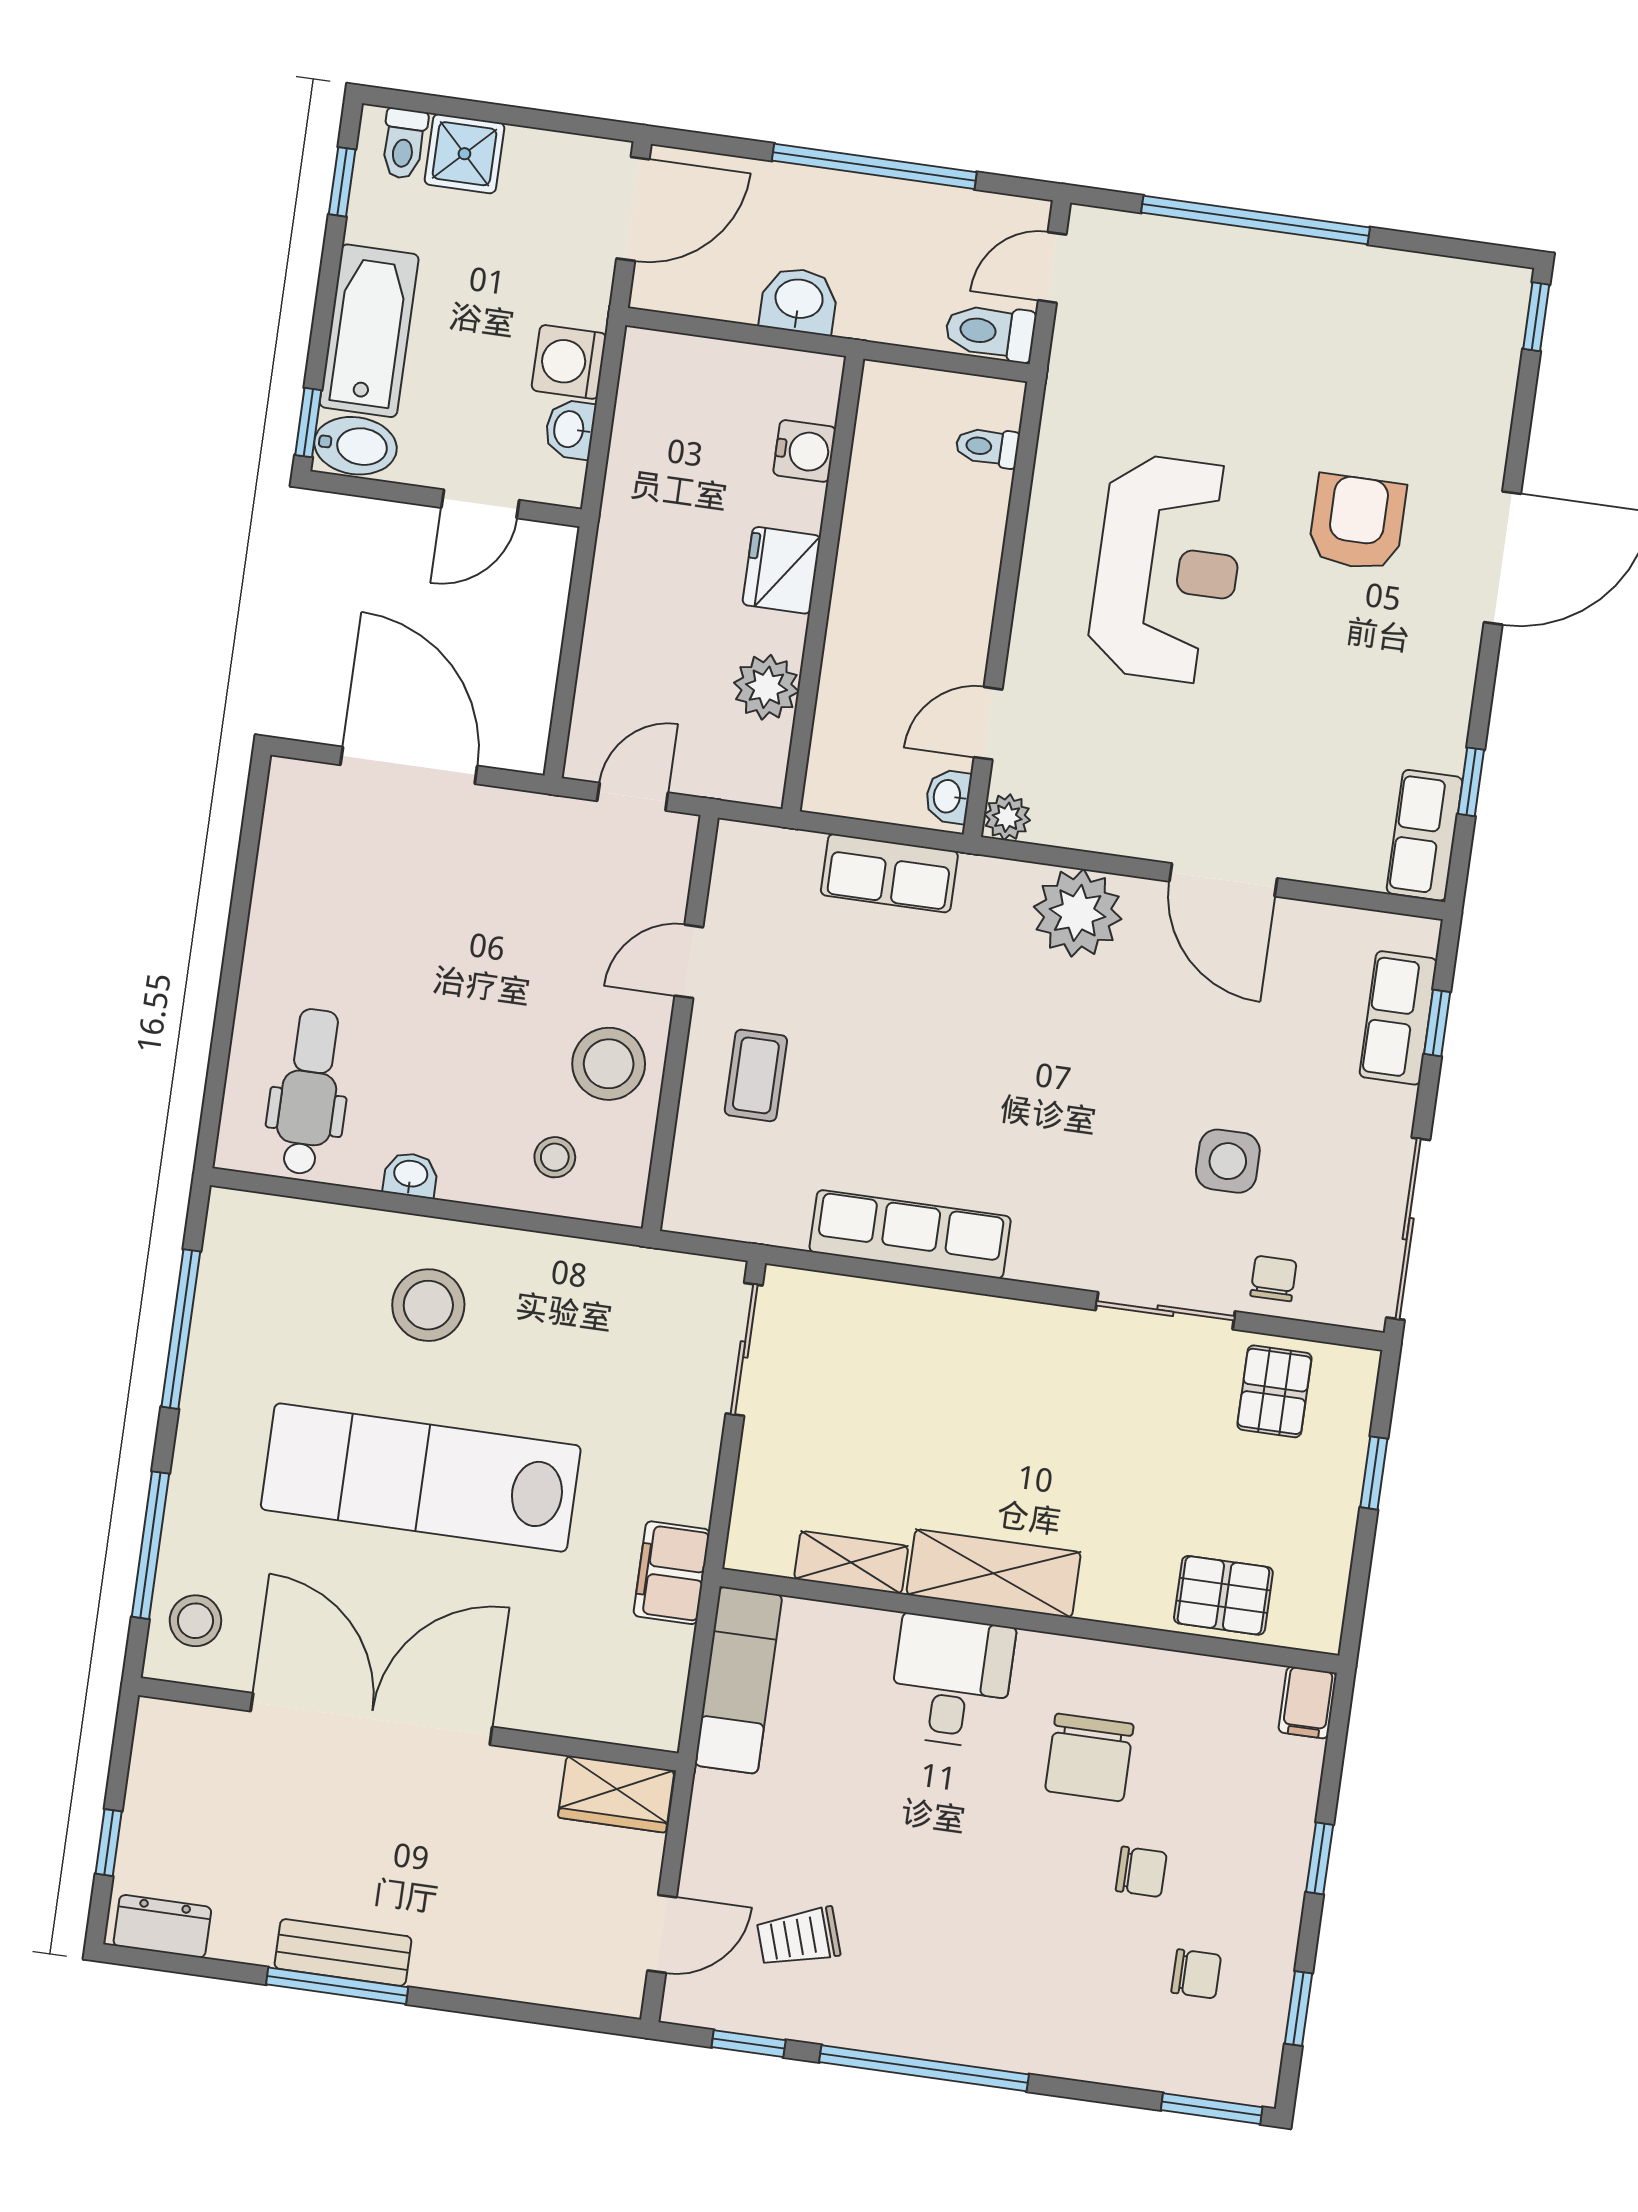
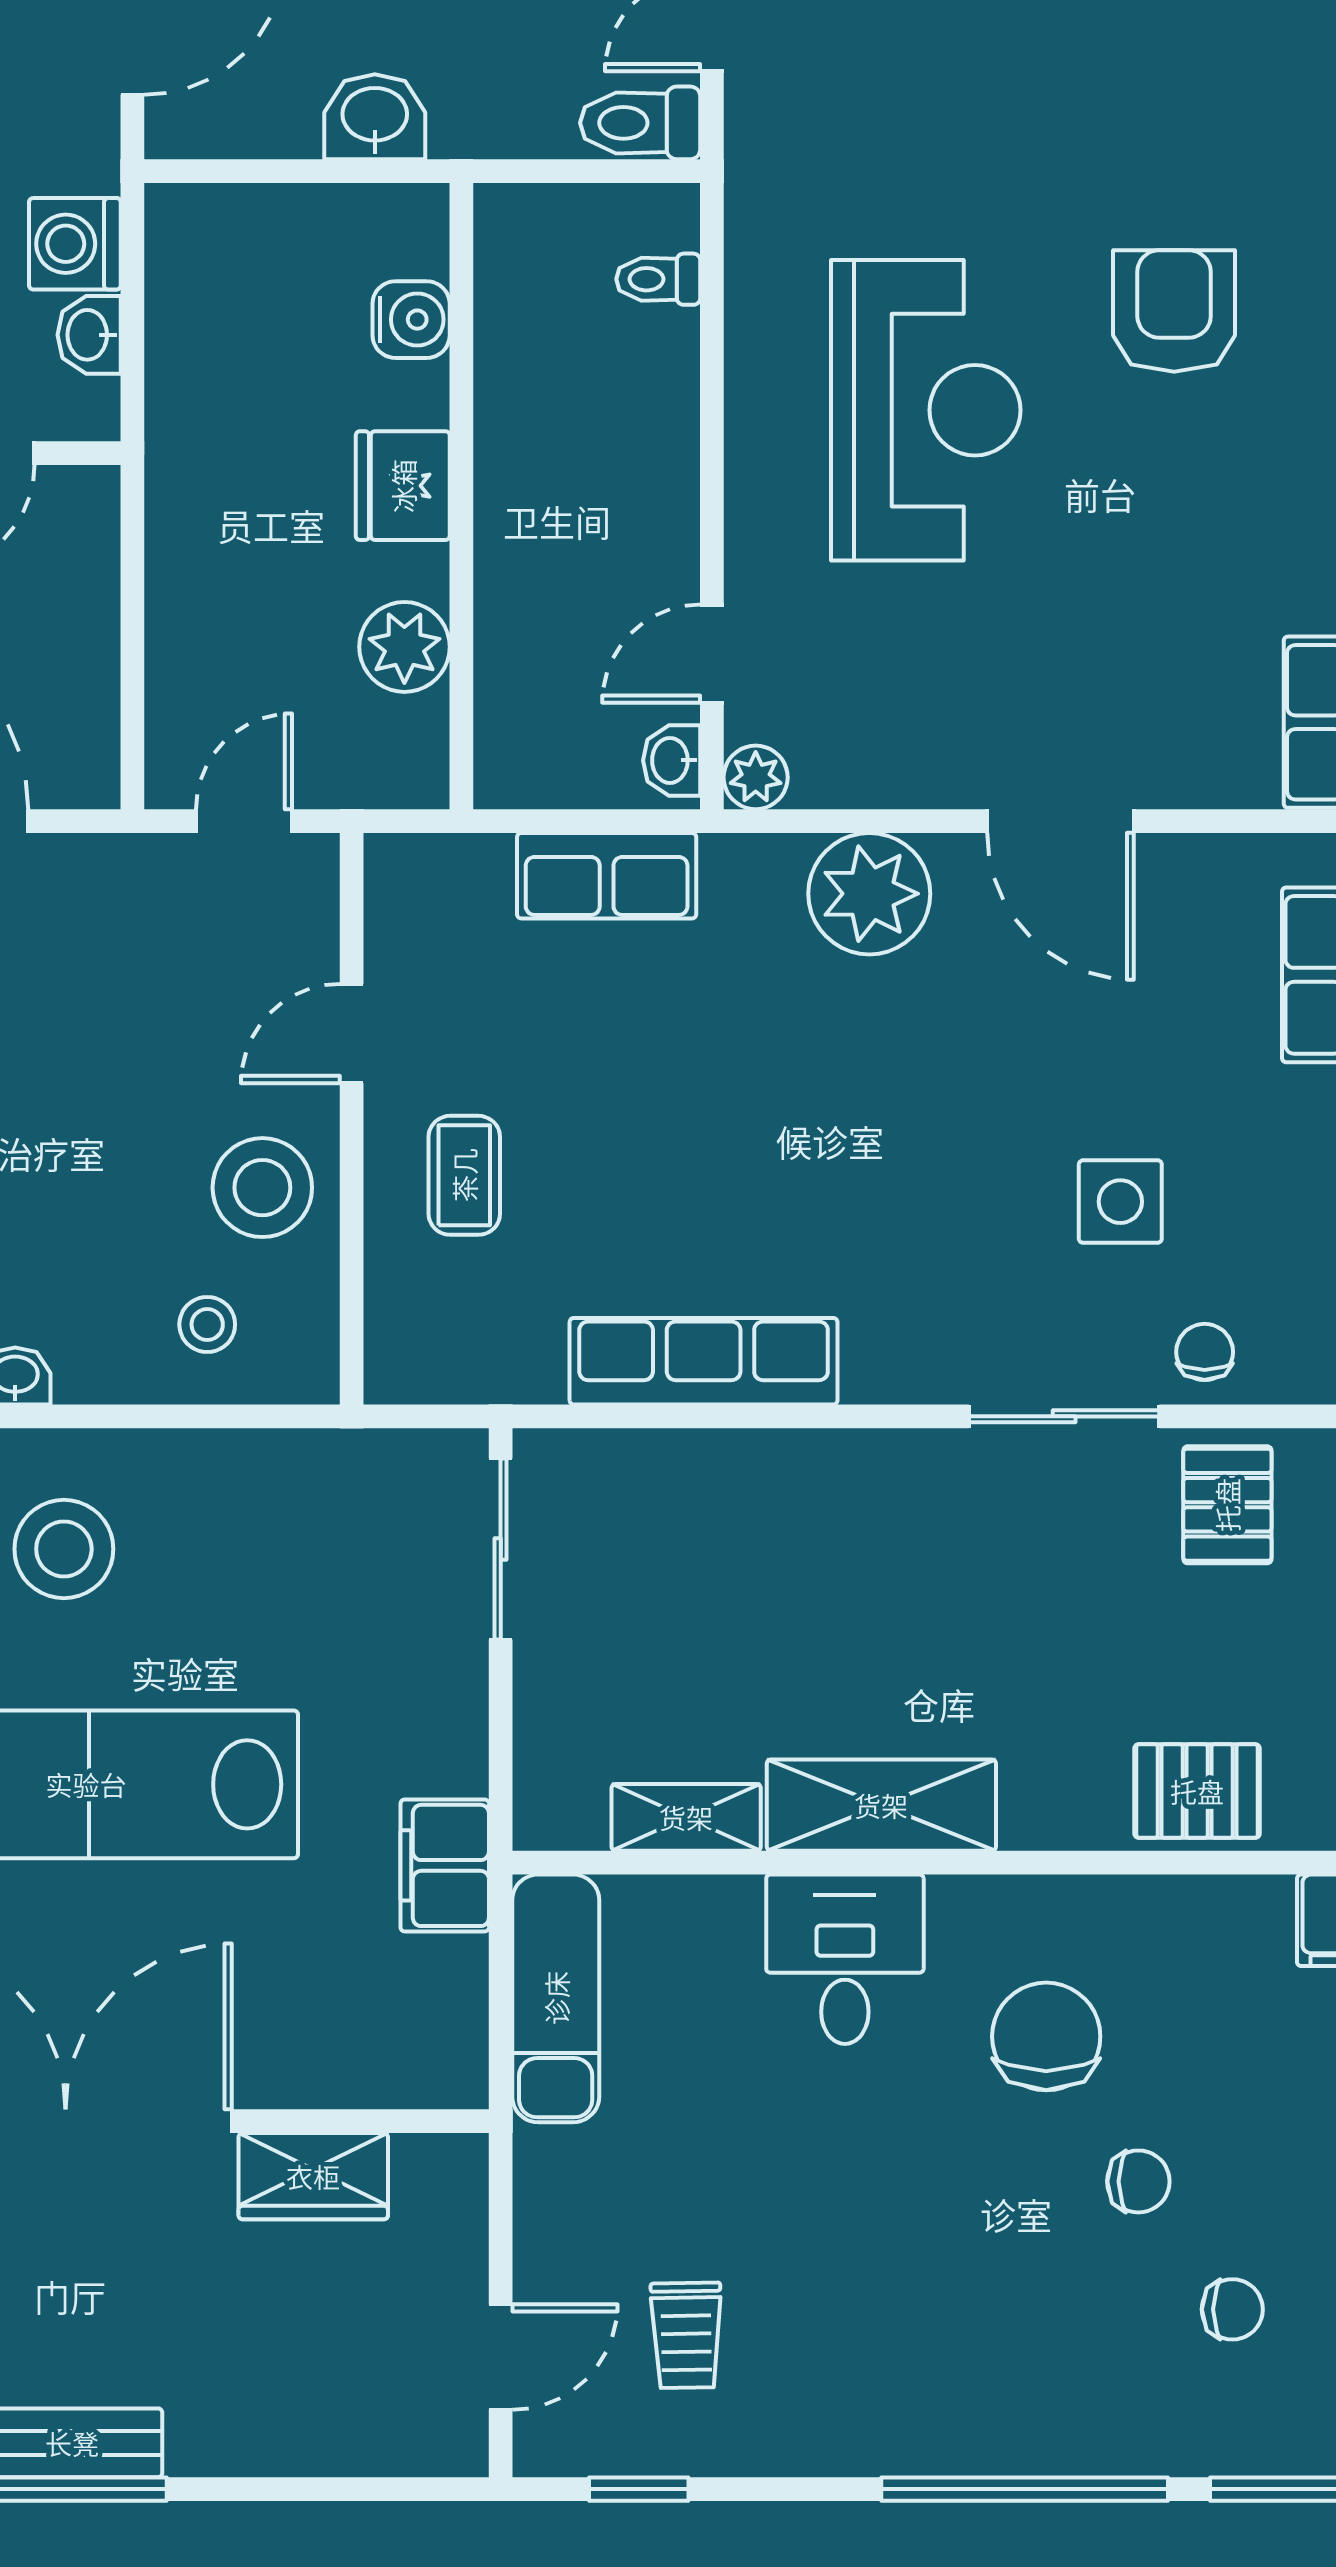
chair: (1089, 1758) -> (1046, 2036), turned 180
wardrobe: (616, 1794) -> (313, 2176), moved
trolley: (799, 1937) -> (686, 2335), turned -73
window: (924, 2068) -> (1025, 2489), moved

